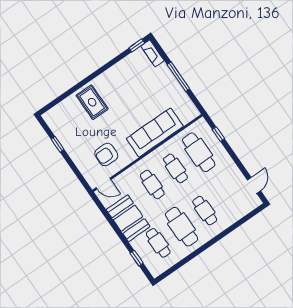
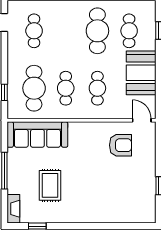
window: (137, 45) -> (37, 226), moved
rug: (92, 102) -> (50, 185), moved
sofa: (155, 132) -> (37, 135), moved
cafe table: (205, 211) -> (34, 31), moved

